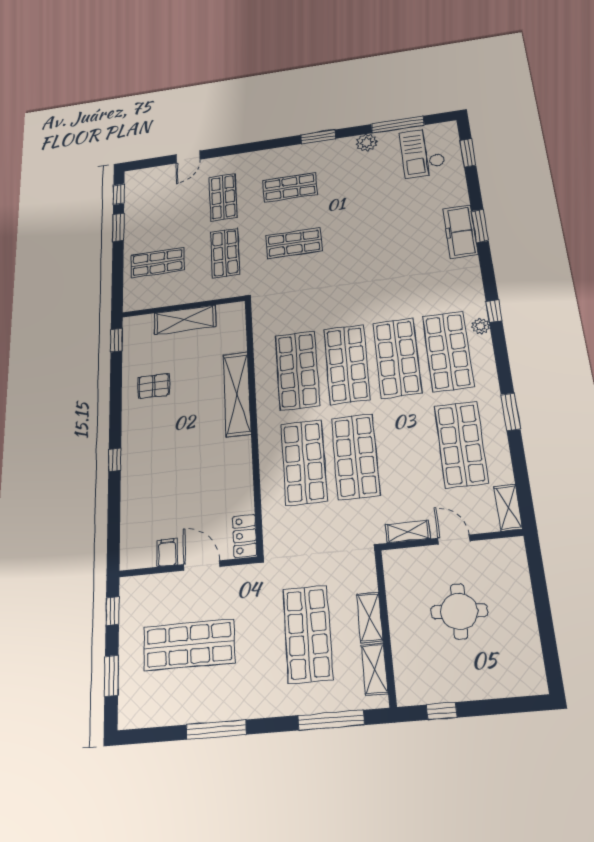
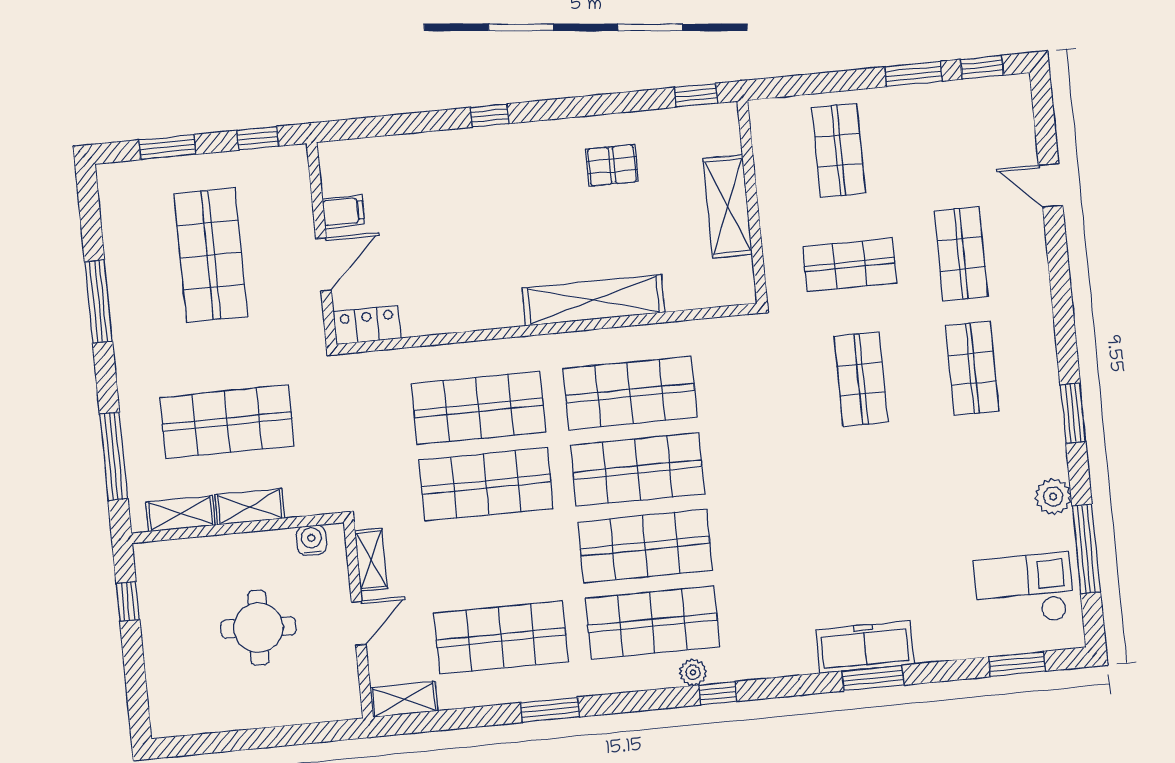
shop shelf: (223, 197) -> (961, 254), turned 90
pallet: (154, 386) -> (612, 165), turned 90
water cooler: (394, 573) -> (312, 540), added

